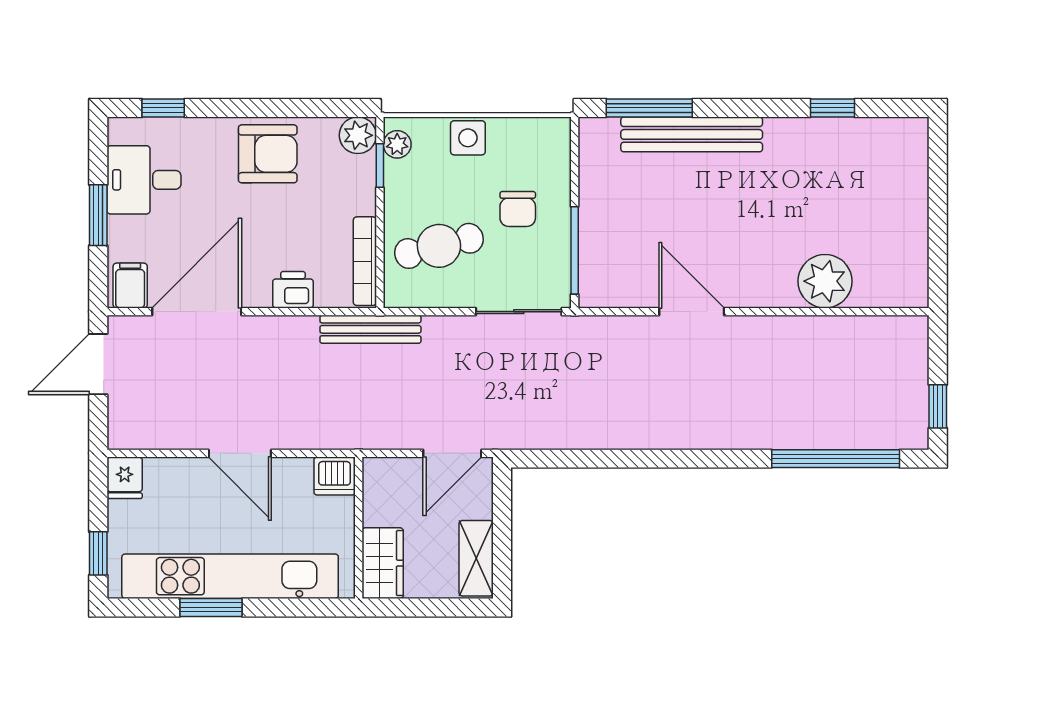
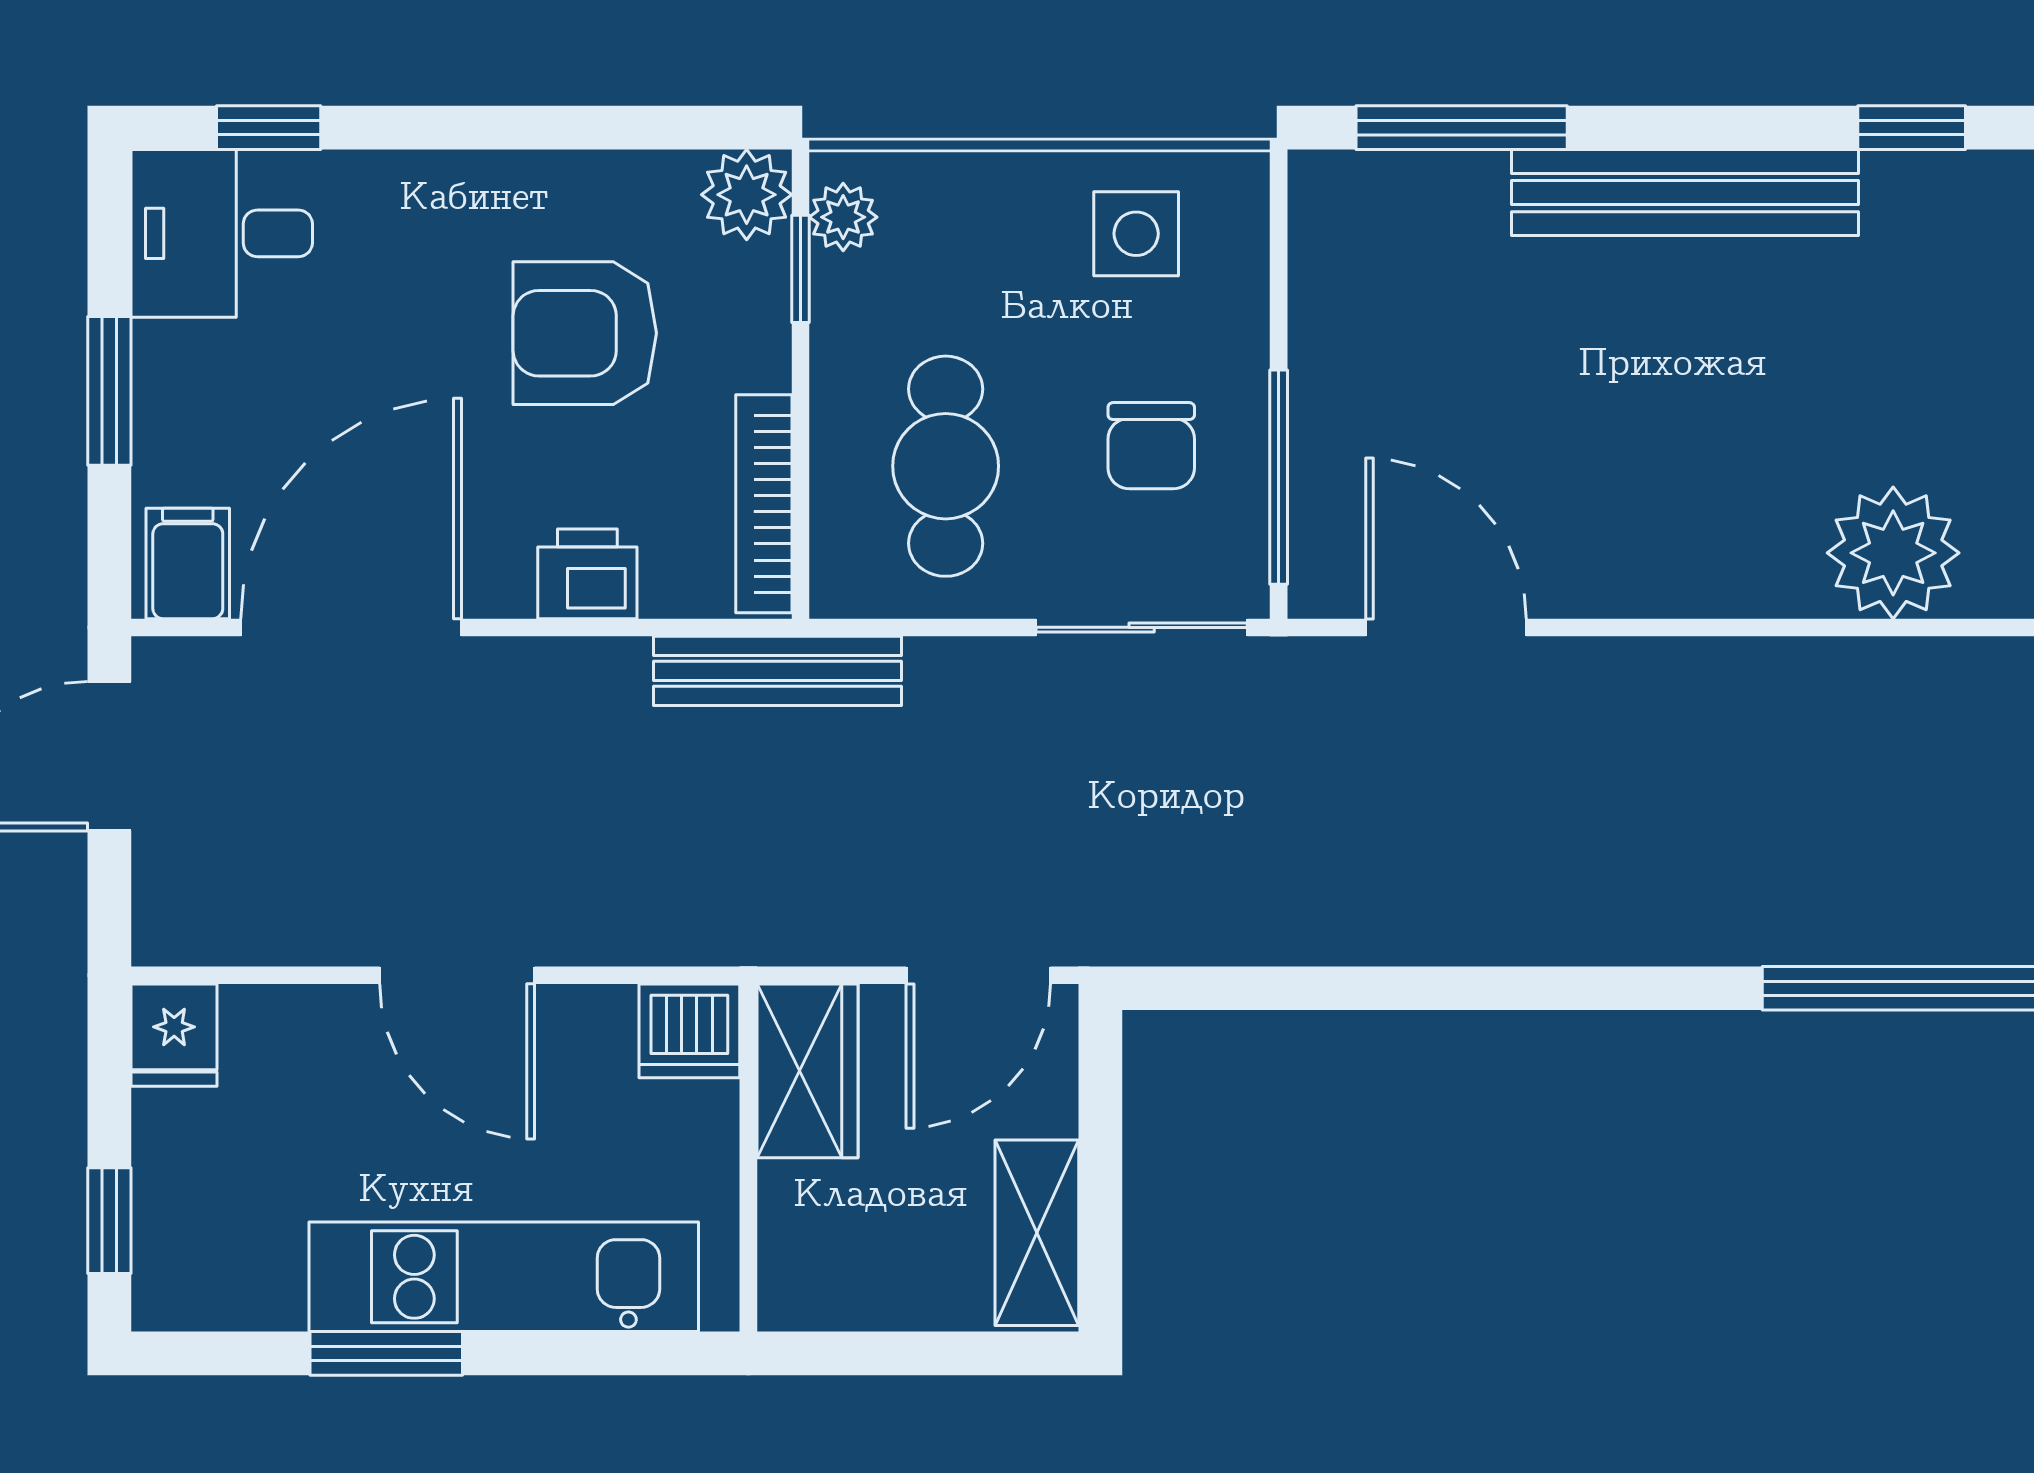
bench: (692, 134) -> (1685, 193), moved
side table: (468, 138) -> (1136, 234), moved
armchair: (268, 154) -> (585, 333), moved, turned 180
desk: (144, 180) -> (222, 233), moved
chair: (518, 209) -> (1151, 446), moved
cafe table: (439, 246) -> (946, 466), turned -76
door: (692, 312) -> (1446, 627), moved
wardrobe: (383, 563) -> (807, 1071), moved
kitchen unit: (230, 576) -> (504, 1277), width x0.73

